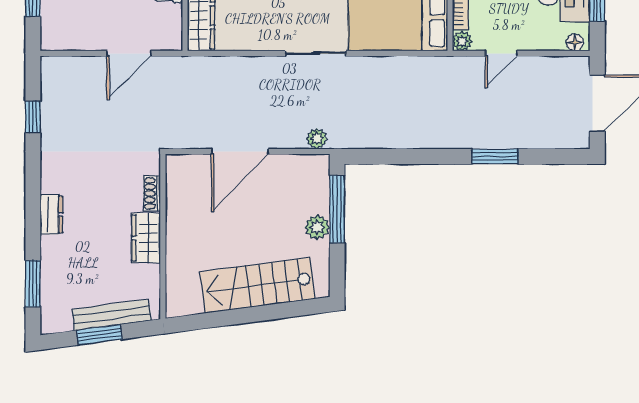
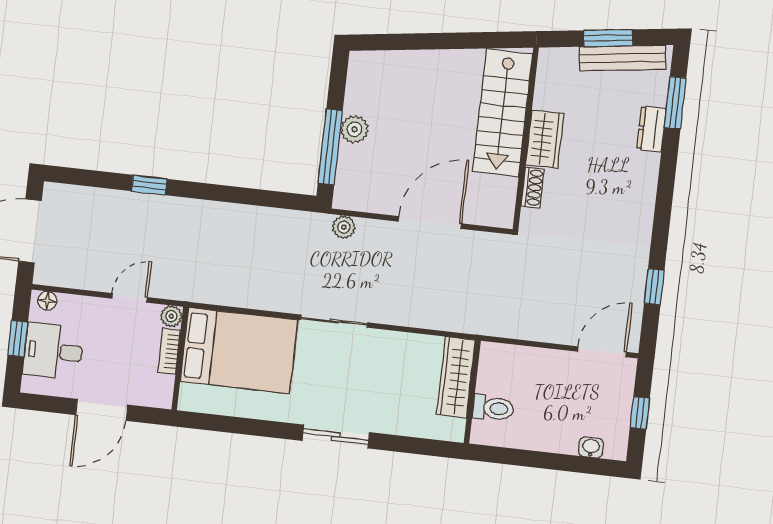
door: (129, 53) -> (602, 352), moved
window: (495, 156) -> (149, 185), width x0.67
dresser: (51, 214) -> (651, 129), moved
stairs: (258, 285) -> (503, 113), moved, turned 98
bench: (112, 315) -> (623, 58), moved

